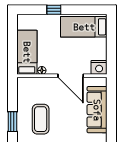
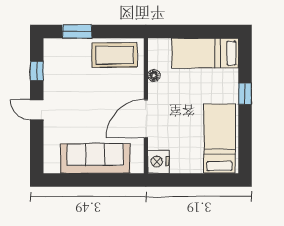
bed: (27, 52) -> (205, 53), moved, turned 180
coffee table: (41, 119) -> (114, 55), moved

